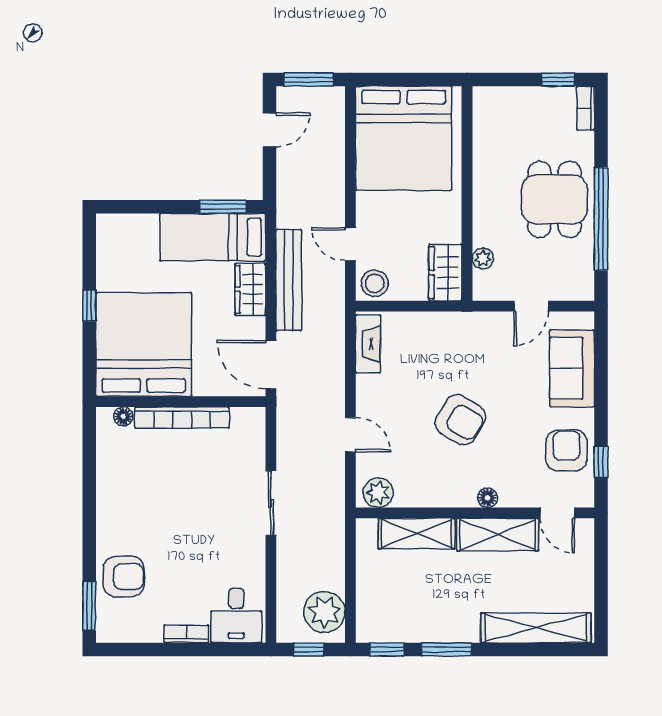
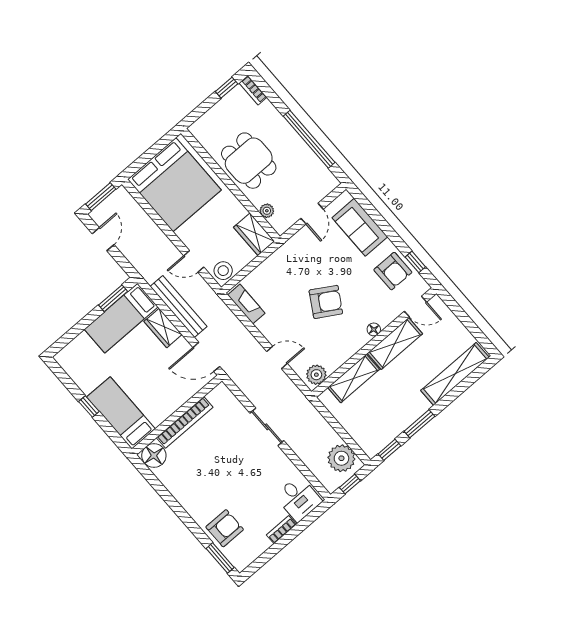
dining table: (554, 199) -> (249, 161), moved
bed: (144, 344) -> (121, 413), width x0.49
floor lamp: (123, 416) -> (154, 455), width x1.89, depth x1.89
armchair: (566, 450) -> (393, 271), turned 180

